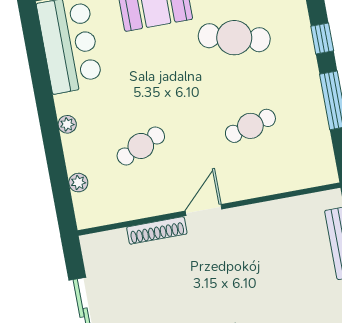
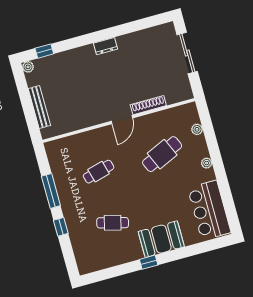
cafe table: (234, 38) -> (113, 223), width x0.73, depth x0.74
cafe table: (141, 146) -> (162, 154), width x1.37, depth x1.35

